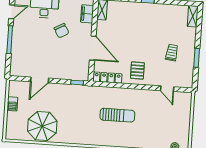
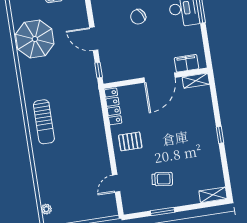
chair: (62, 31) -> (138, 17), moved
door: (93, 48) -> (159, 78), moved
door: (40, 80) -> (94, 39), moved
sun lounger: (117, 115) -> (44, 122), moved

